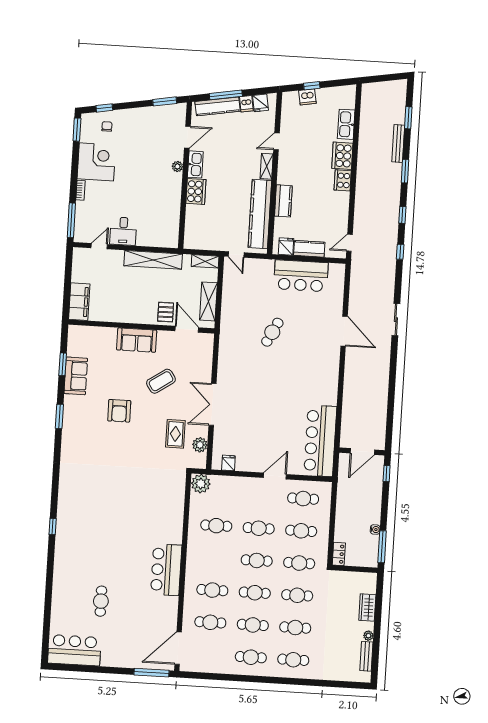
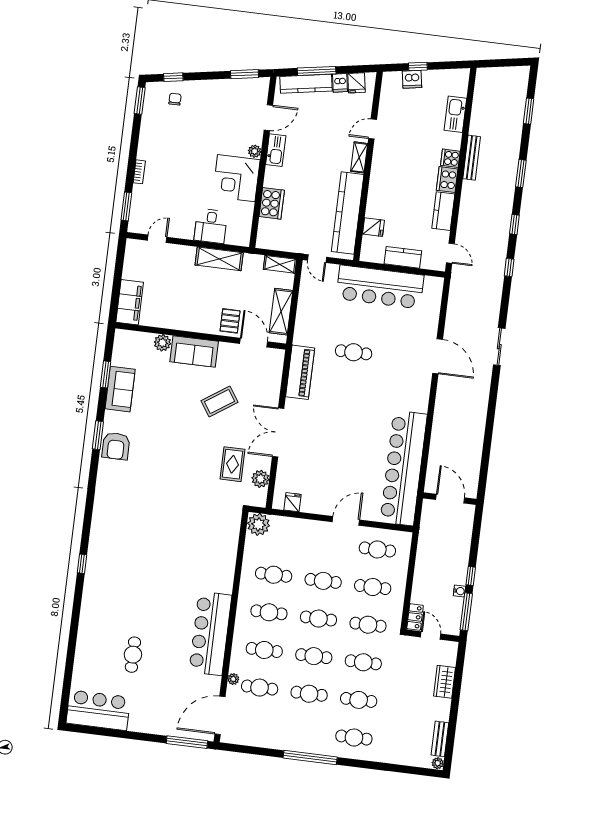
bench: (398, 143) -> (472, 158), moved
cooker: (342, 156) -> (450, 158), width x0.53, depth x0.76
corner desk: (96, 162) -> (236, 178), moved, turned 180
cooker: (196, 191) -> (272, 203), moved
kitchen counter: (283, 201) -> (443, 211), moved, turned 180
window: (71, 220) -> (126, 206), width x0.69
desk: (123, 231) -> (211, 226), moved
door: (349, 243) -> (450, 253), swing flipped
fridge: (286, 246) -> (373, 227), moved, turned 90
shelving: (153, 260) -> (219, 259), width x0.68
bar counter: (301, 276) -> (380, 287), width x1.36
cafe table: (272, 332) -> (354, 352), turned 63
plant: (109, 334) -> (162, 343), added
piano: (228, 352) -> (300, 372), added
armchair: (119, 411) -> (116, 446), moved
bar counter: (320, 441) -> (404, 468), width x1.36
door: (362, 452) -> (450, 499), swing flipped
window: (387, 474) -> (471, 576), moved
door: (353, 569) -> (431, 636), added
bar counter: (166, 570) -> (210, 633), width x1.36
plant: (188, 616) -> (233, 679), added
plant: (368, 636) -> (438, 763), moved
cafe table: (251, 657) -> (269, 612), moved
window: (257, 679) -> (310, 757), added

